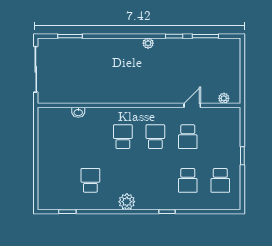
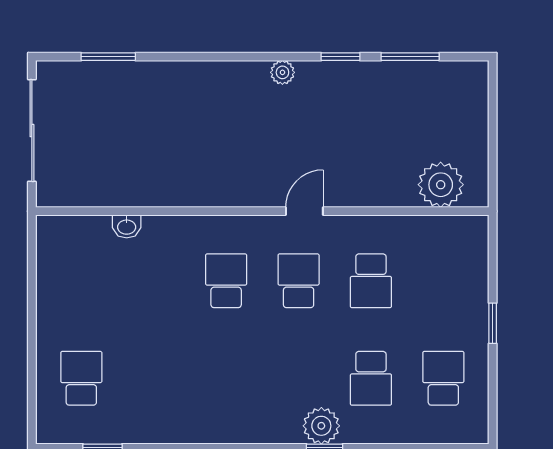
plant: (224, 98) -> (441, 185), width x1.88, depth x1.88
door: (192, 105) -> (304, 211), moved
school desk: (90, 180) -> (81, 378), moved
school desk: (220, 180) -> (443, 378), turned 180
plant: (127, 202) -> (321, 426), moved

